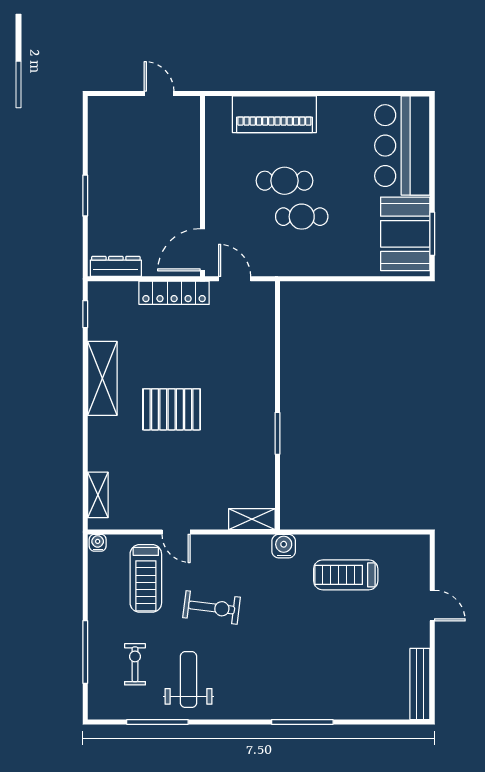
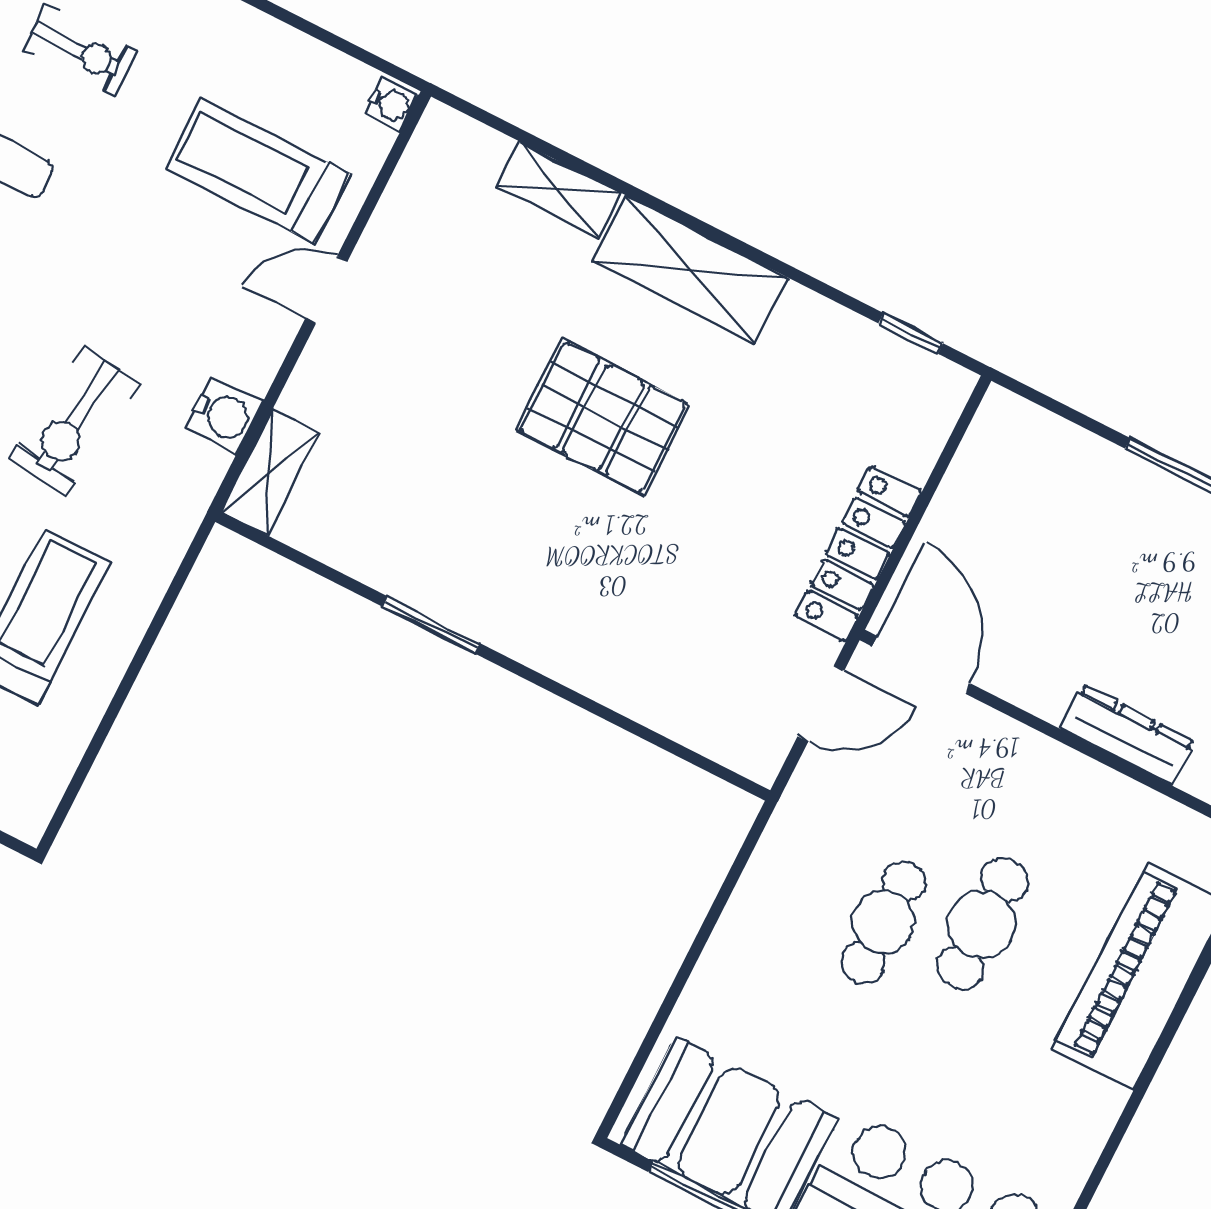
dresser: (116, 266) -> (1128, 735), moved, turned -90
shelving: (102, 378) -> (690, 269), moved
pallet: (172, 409) -> (603, 417), turned 90
shelving: (98, 495) -> (559, 190), moved
water cooler: (284, 546) -> (223, 415), moved
exercise bike: (212, 607) -> (74, 421), moved

